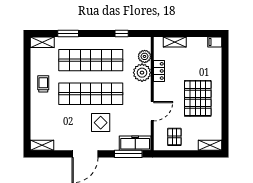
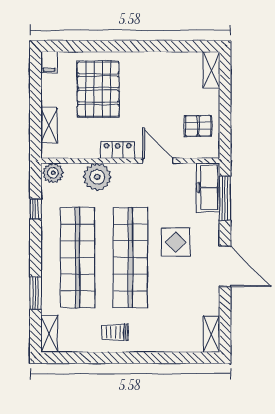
plant: (145, 56) -> (53, 173), moved
locker: (159, 71) -> (118, 150), moved
pallet: (198, 98) -> (98, 89), moved, turned 90

